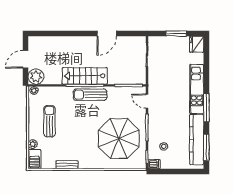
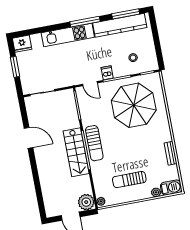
door: (147, 101) -> (90, 84), hinge flipped
dishwasher: (154, 164) -> (107, 73), moved

